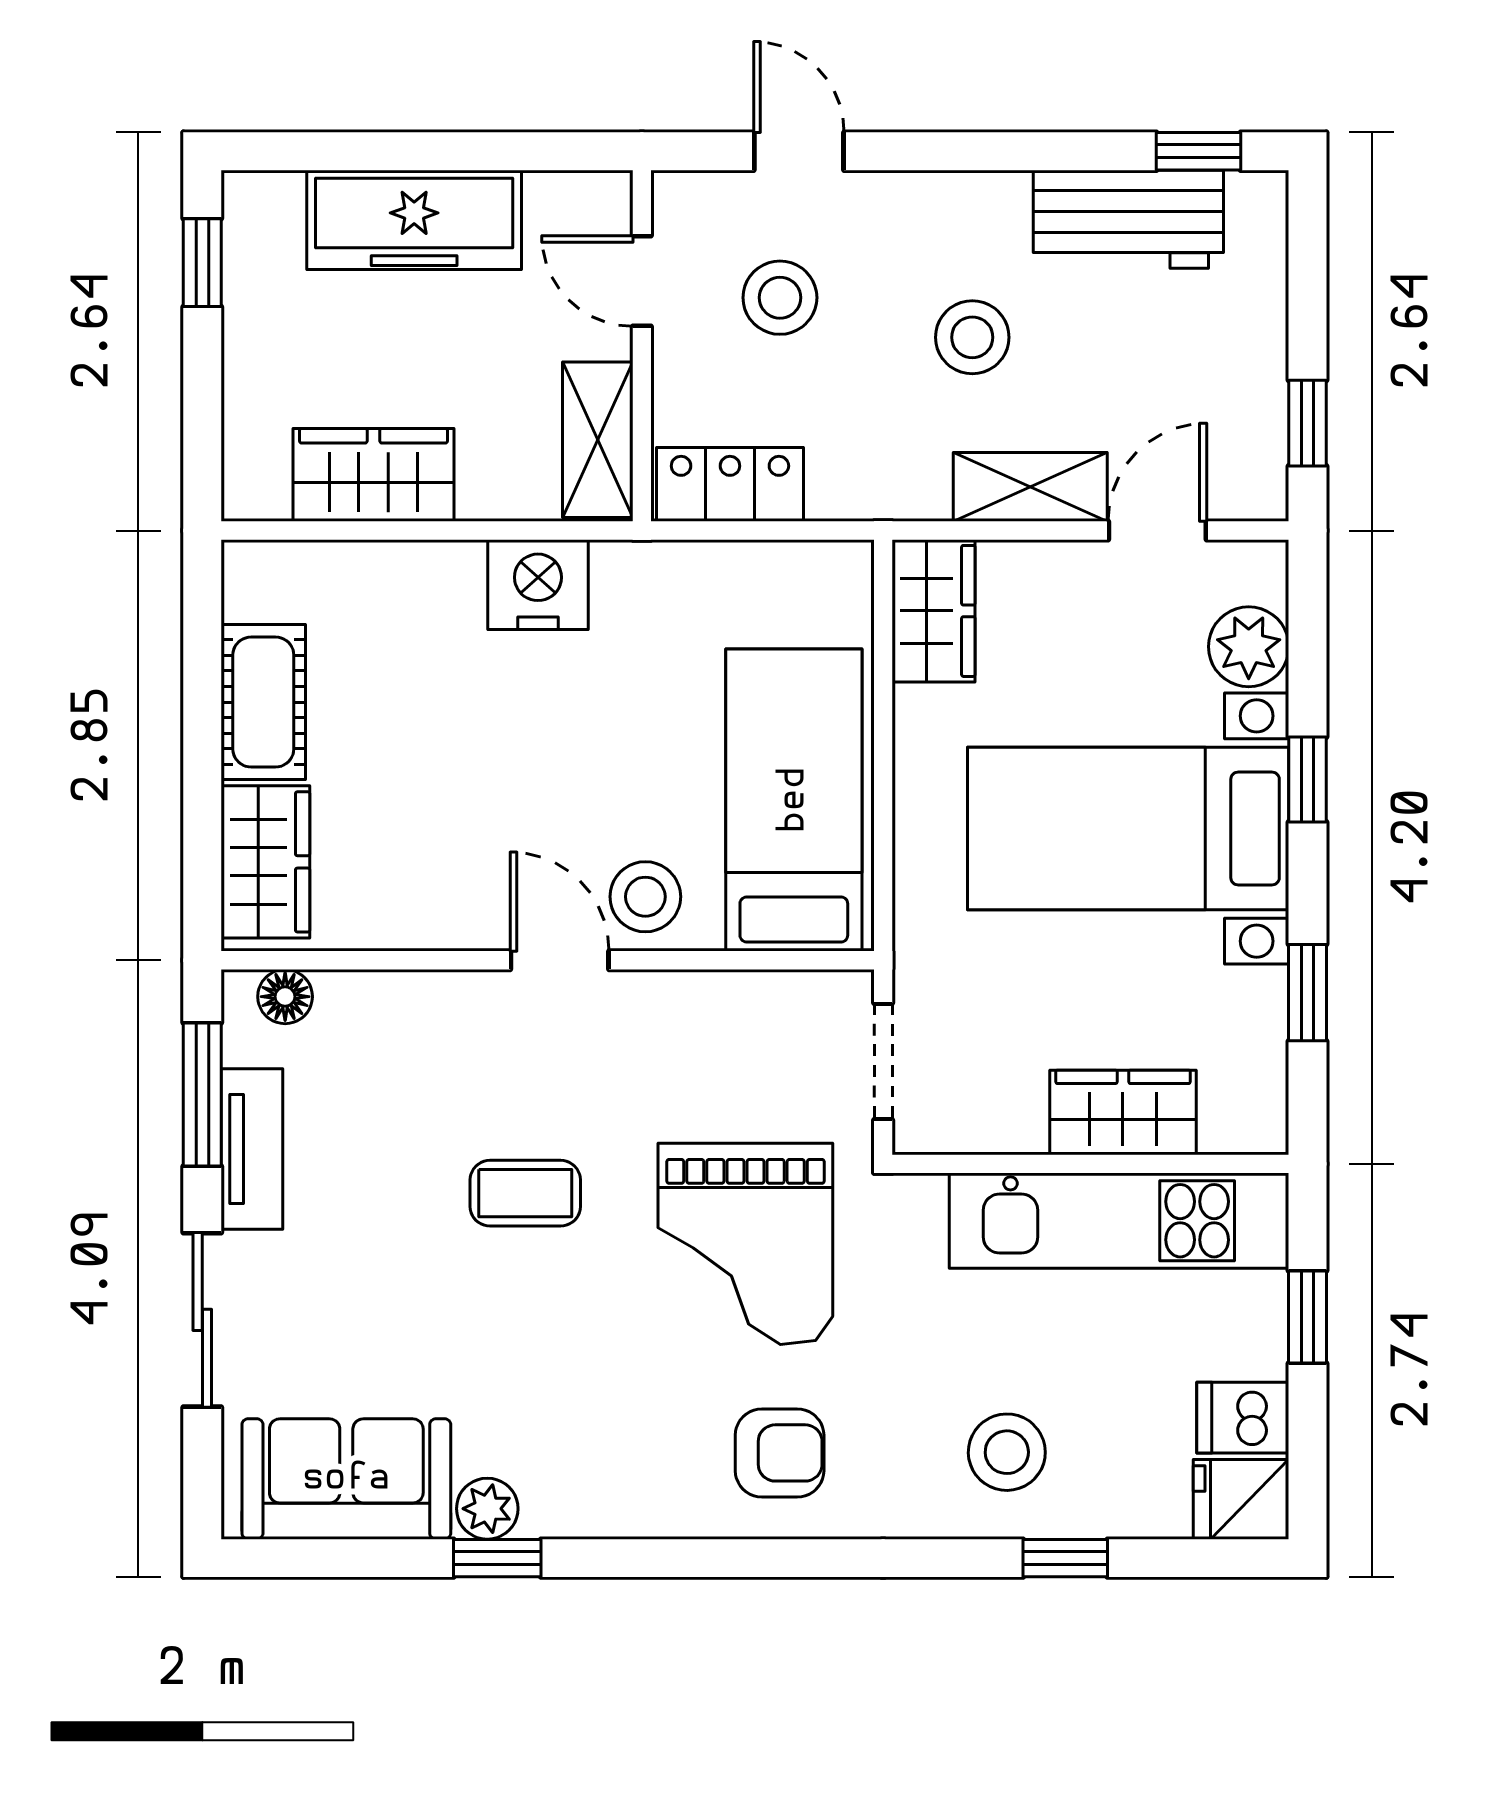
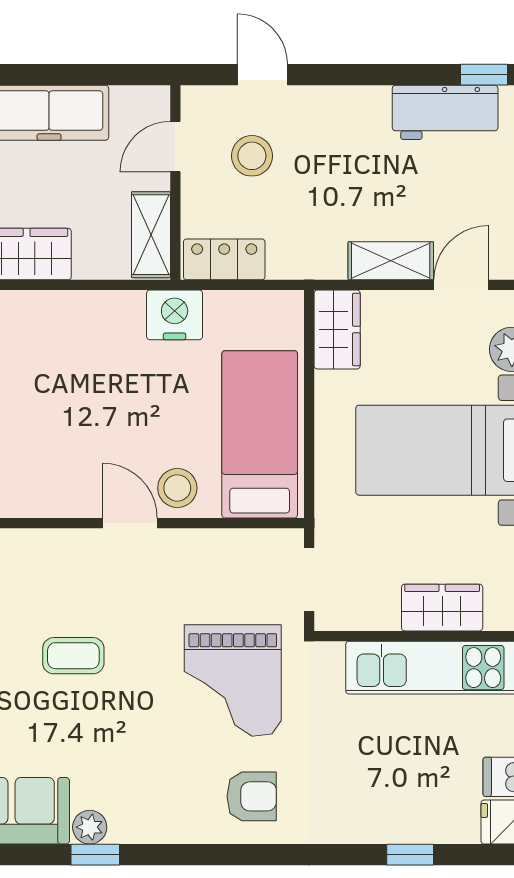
door: (642, 281) -> (175, 147), hinge flipped
stool: (972, 337) -> (359, 178), removed
nightstand: (538, 585) -> (175, 315), moved
coffee table: (525, 1193) -> (73, 656), moved
stool: (1007, 1452) -> (378, 796), removed

